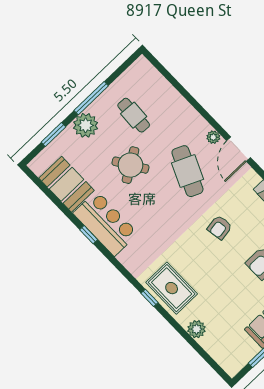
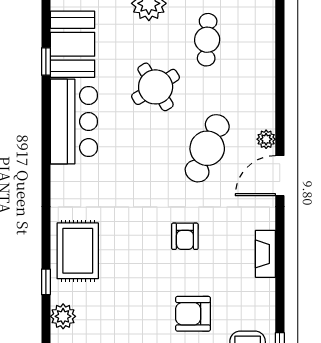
armchair: (220, 227) -> (185, 236), turned -81
window: (89, 235) -> (46, 61), moved
window: (149, 298) -> (46, 282), moved

